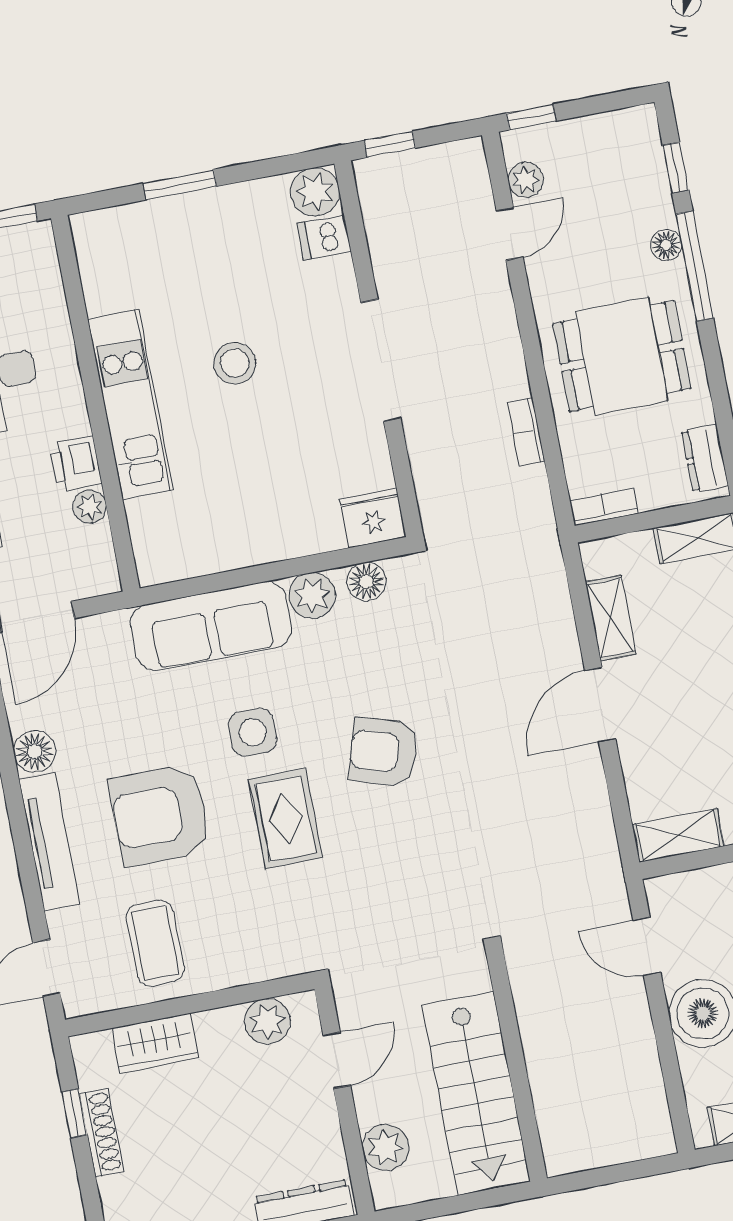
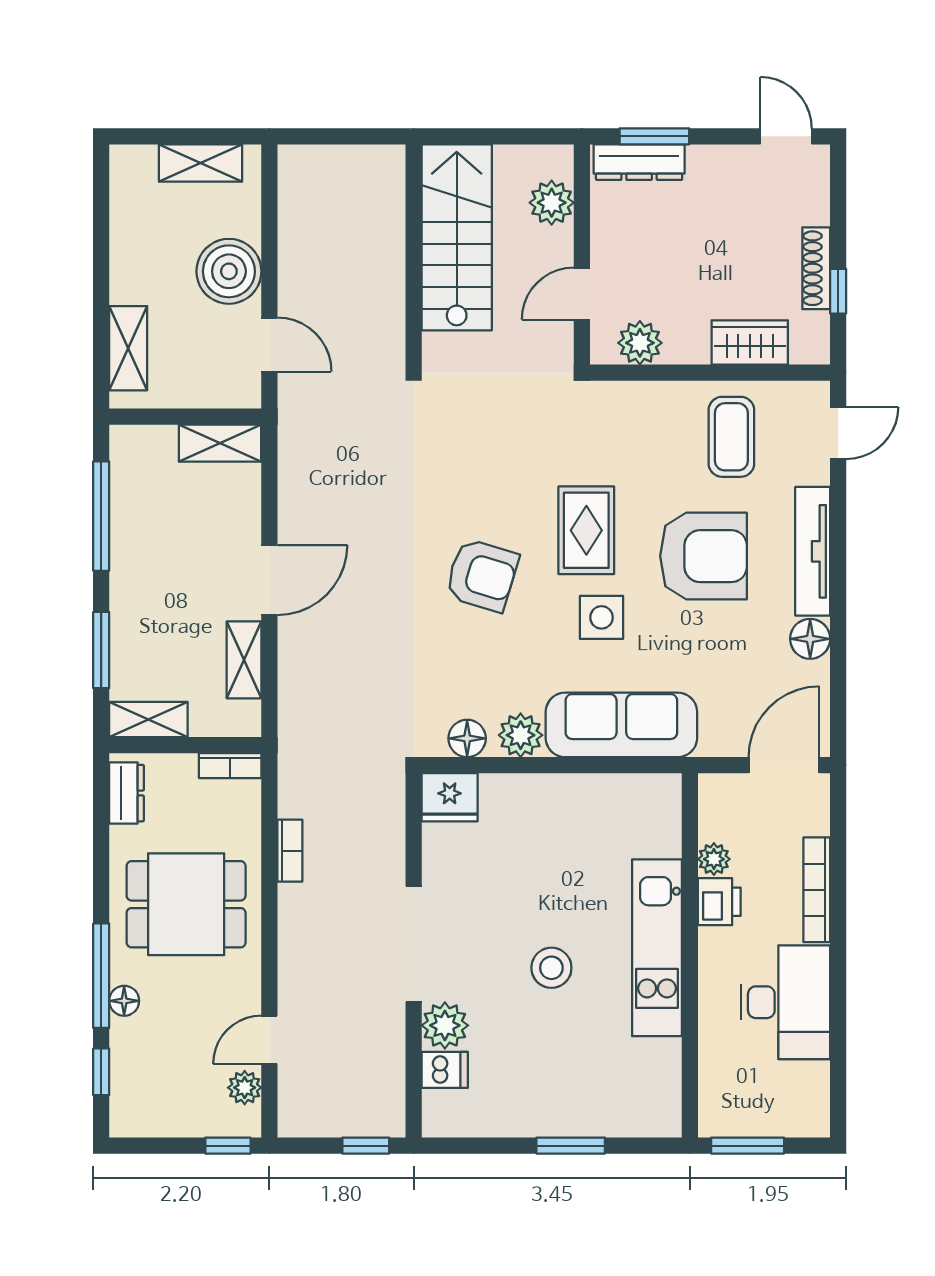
plant: (315, 192) -> (445, 1025), moved

